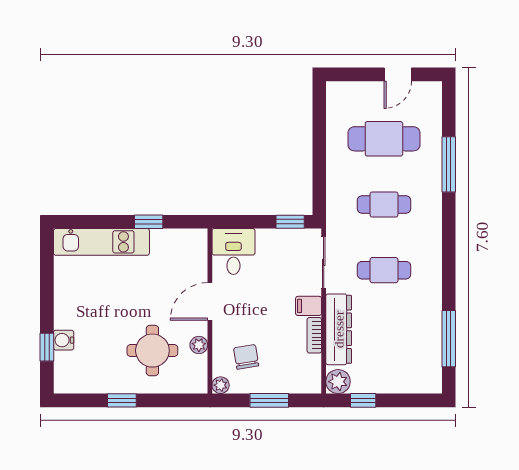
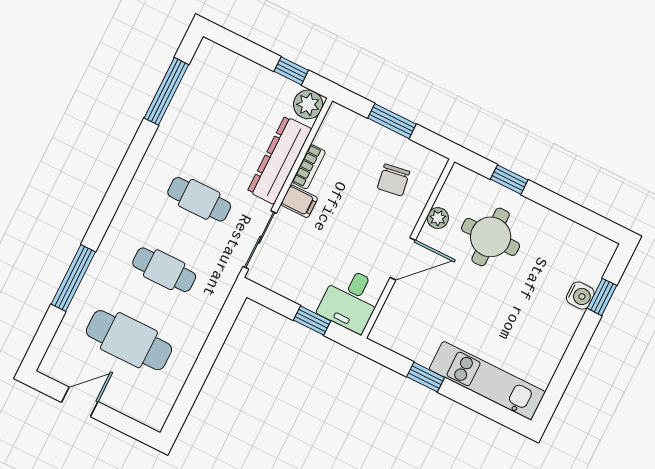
window: (290, 222) -> (312, 320), moved
plant: (221, 385) -> (436, 163), removed
window: (122, 400) -> (509, 180), moved

